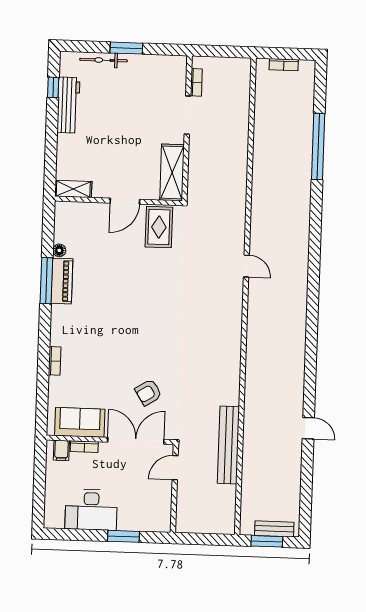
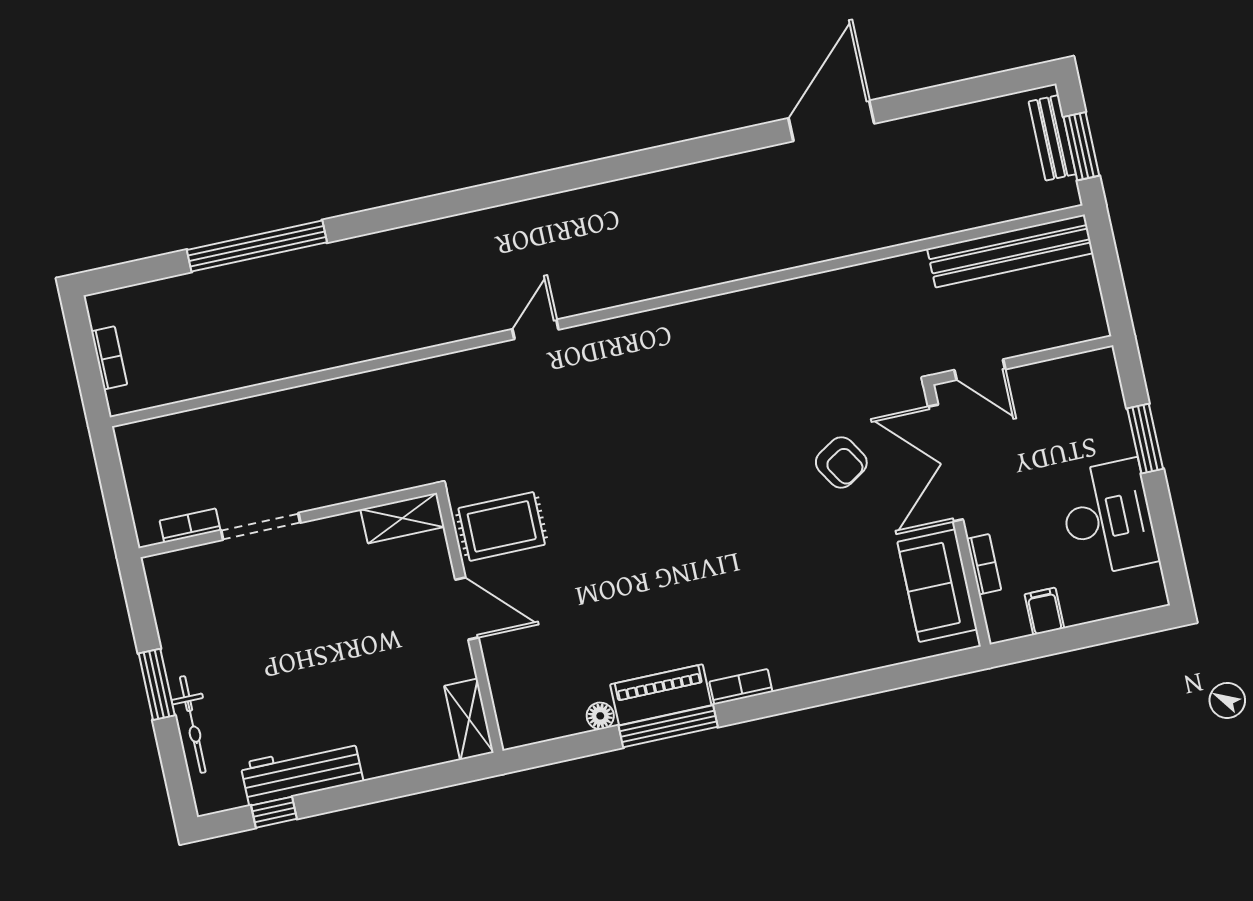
shelving: (172, 172) -> (402, 518), width x0.67, depth x0.75
bookcase: (55, 361) -> (741, 687), moved
door: (308, 428) -> (831, 121), width x1.88
bench: (228, 445) -> (1010, 251), moved
filing cabinet: (61, 450) -> (1044, 611), moved, turned -90

